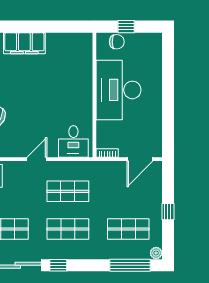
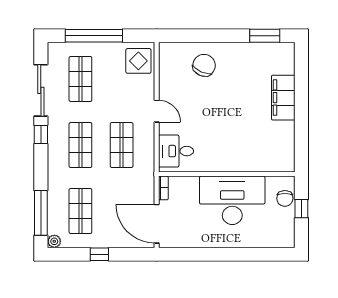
door: (140, 159) -> (157, 224), width x1.36

